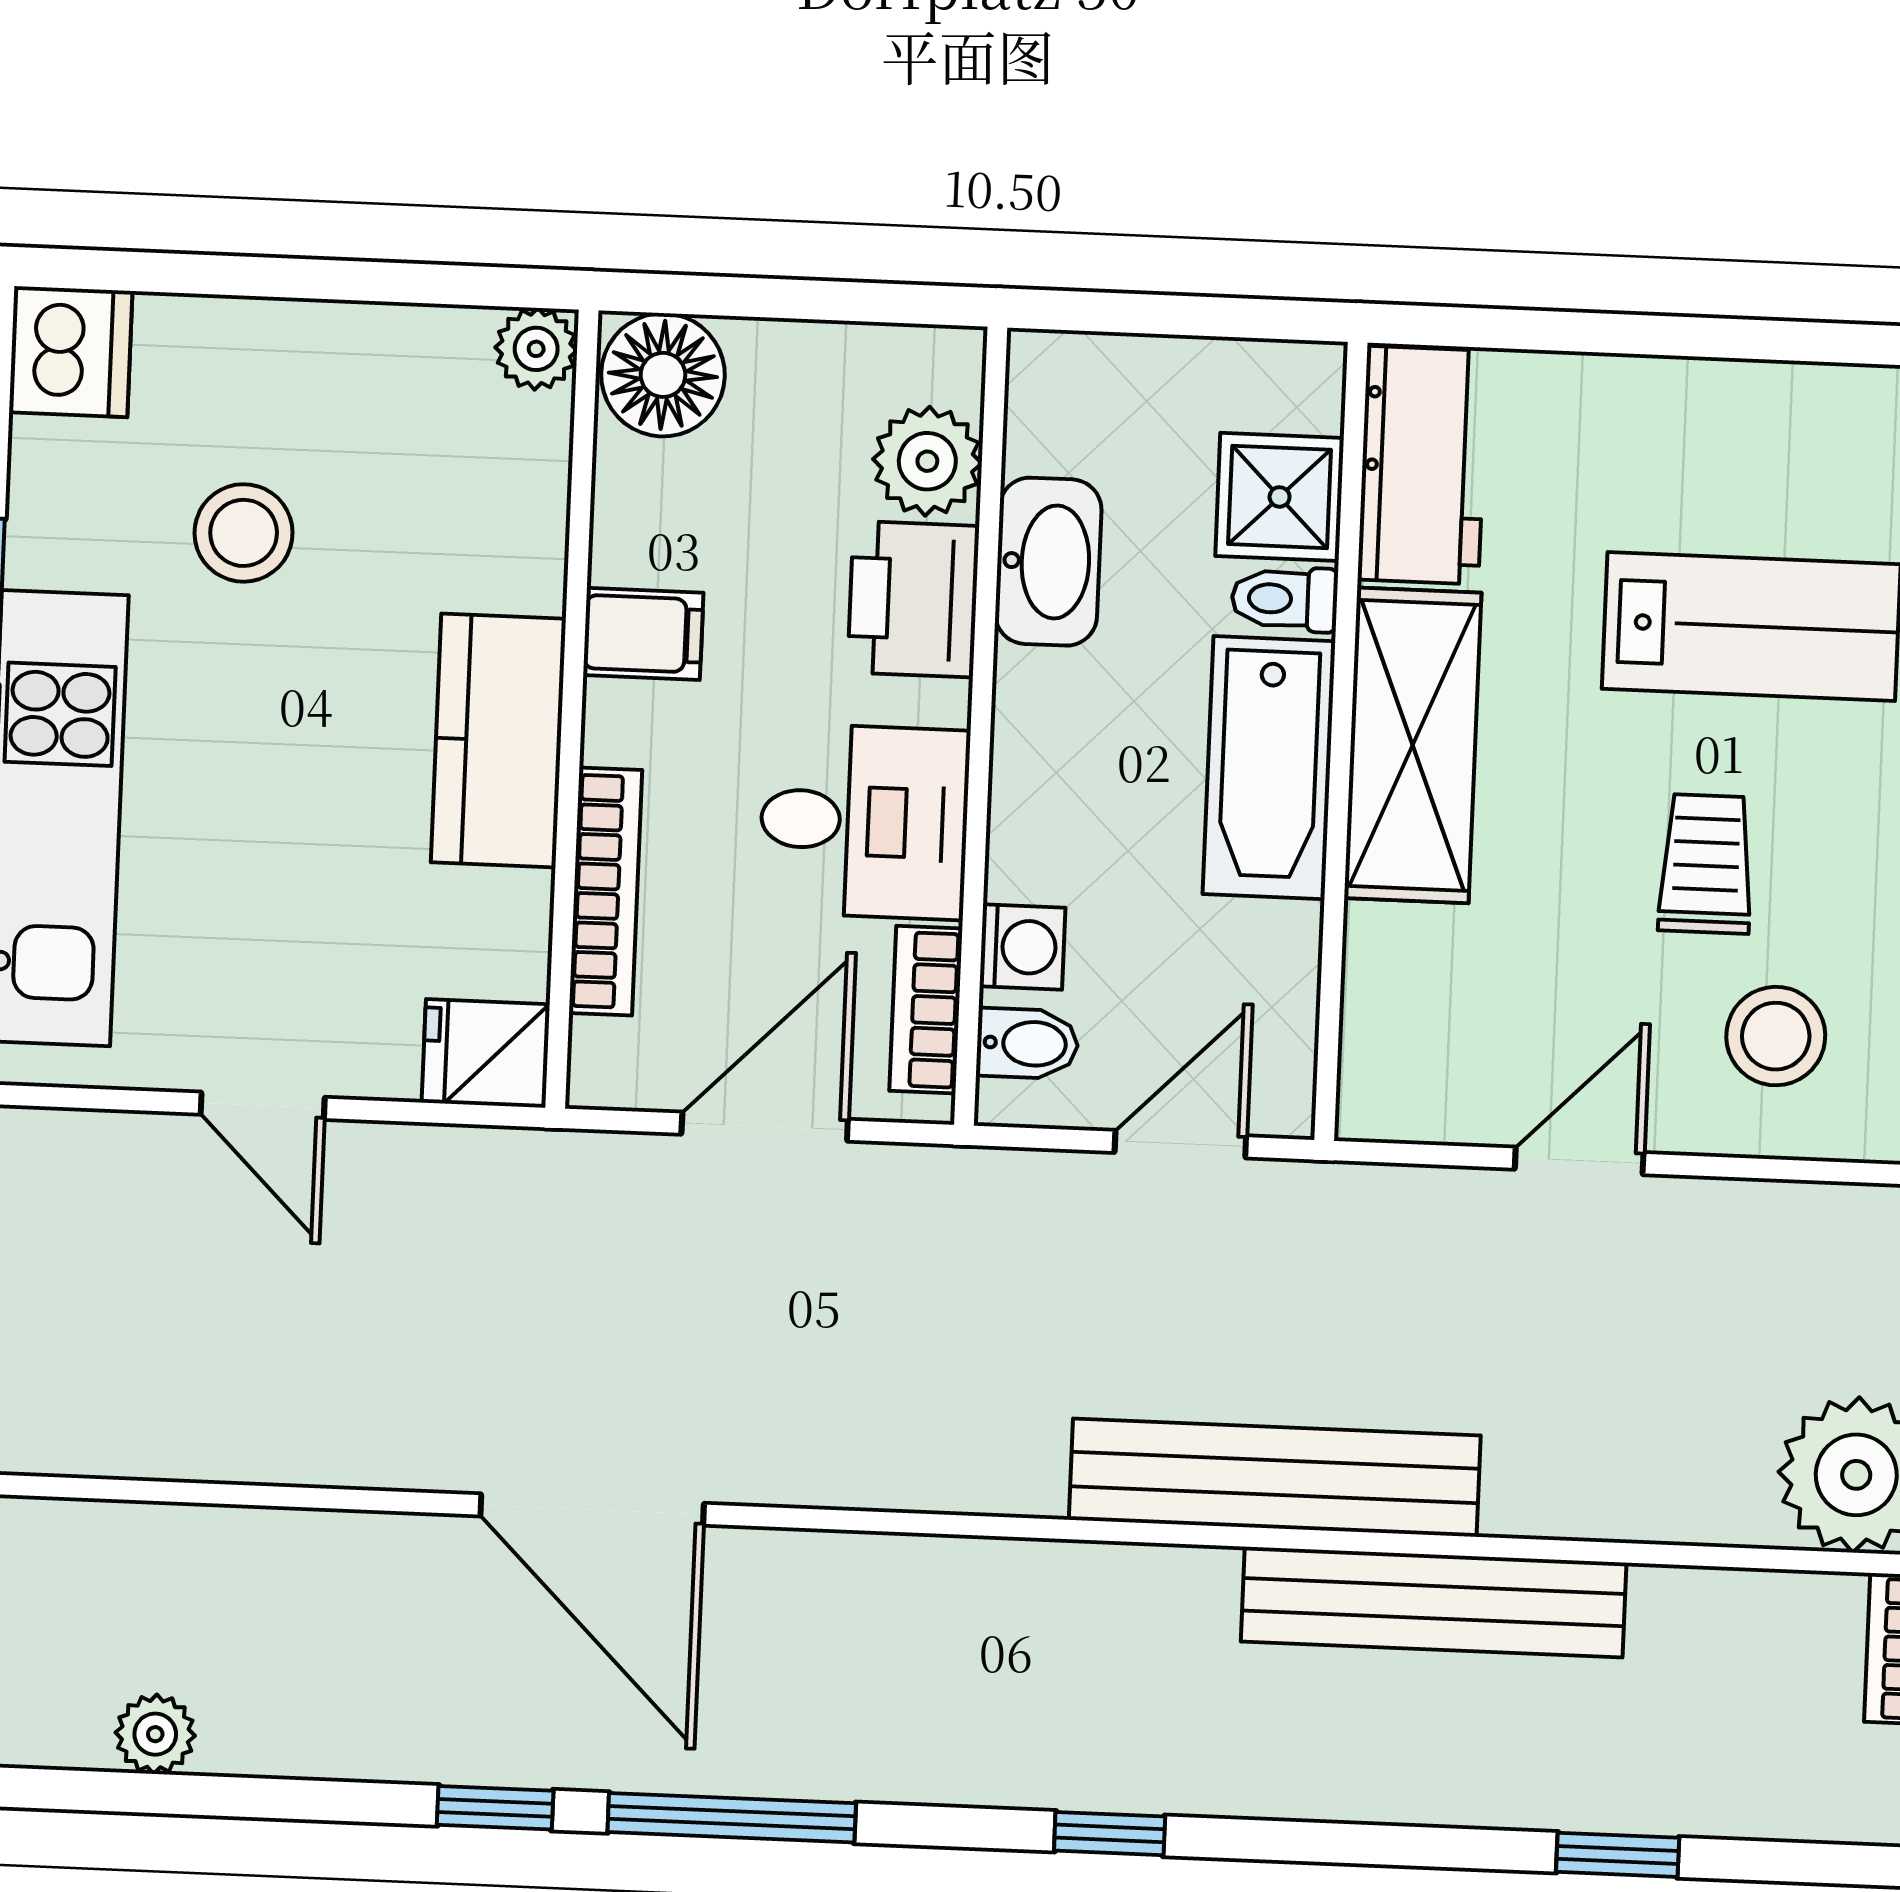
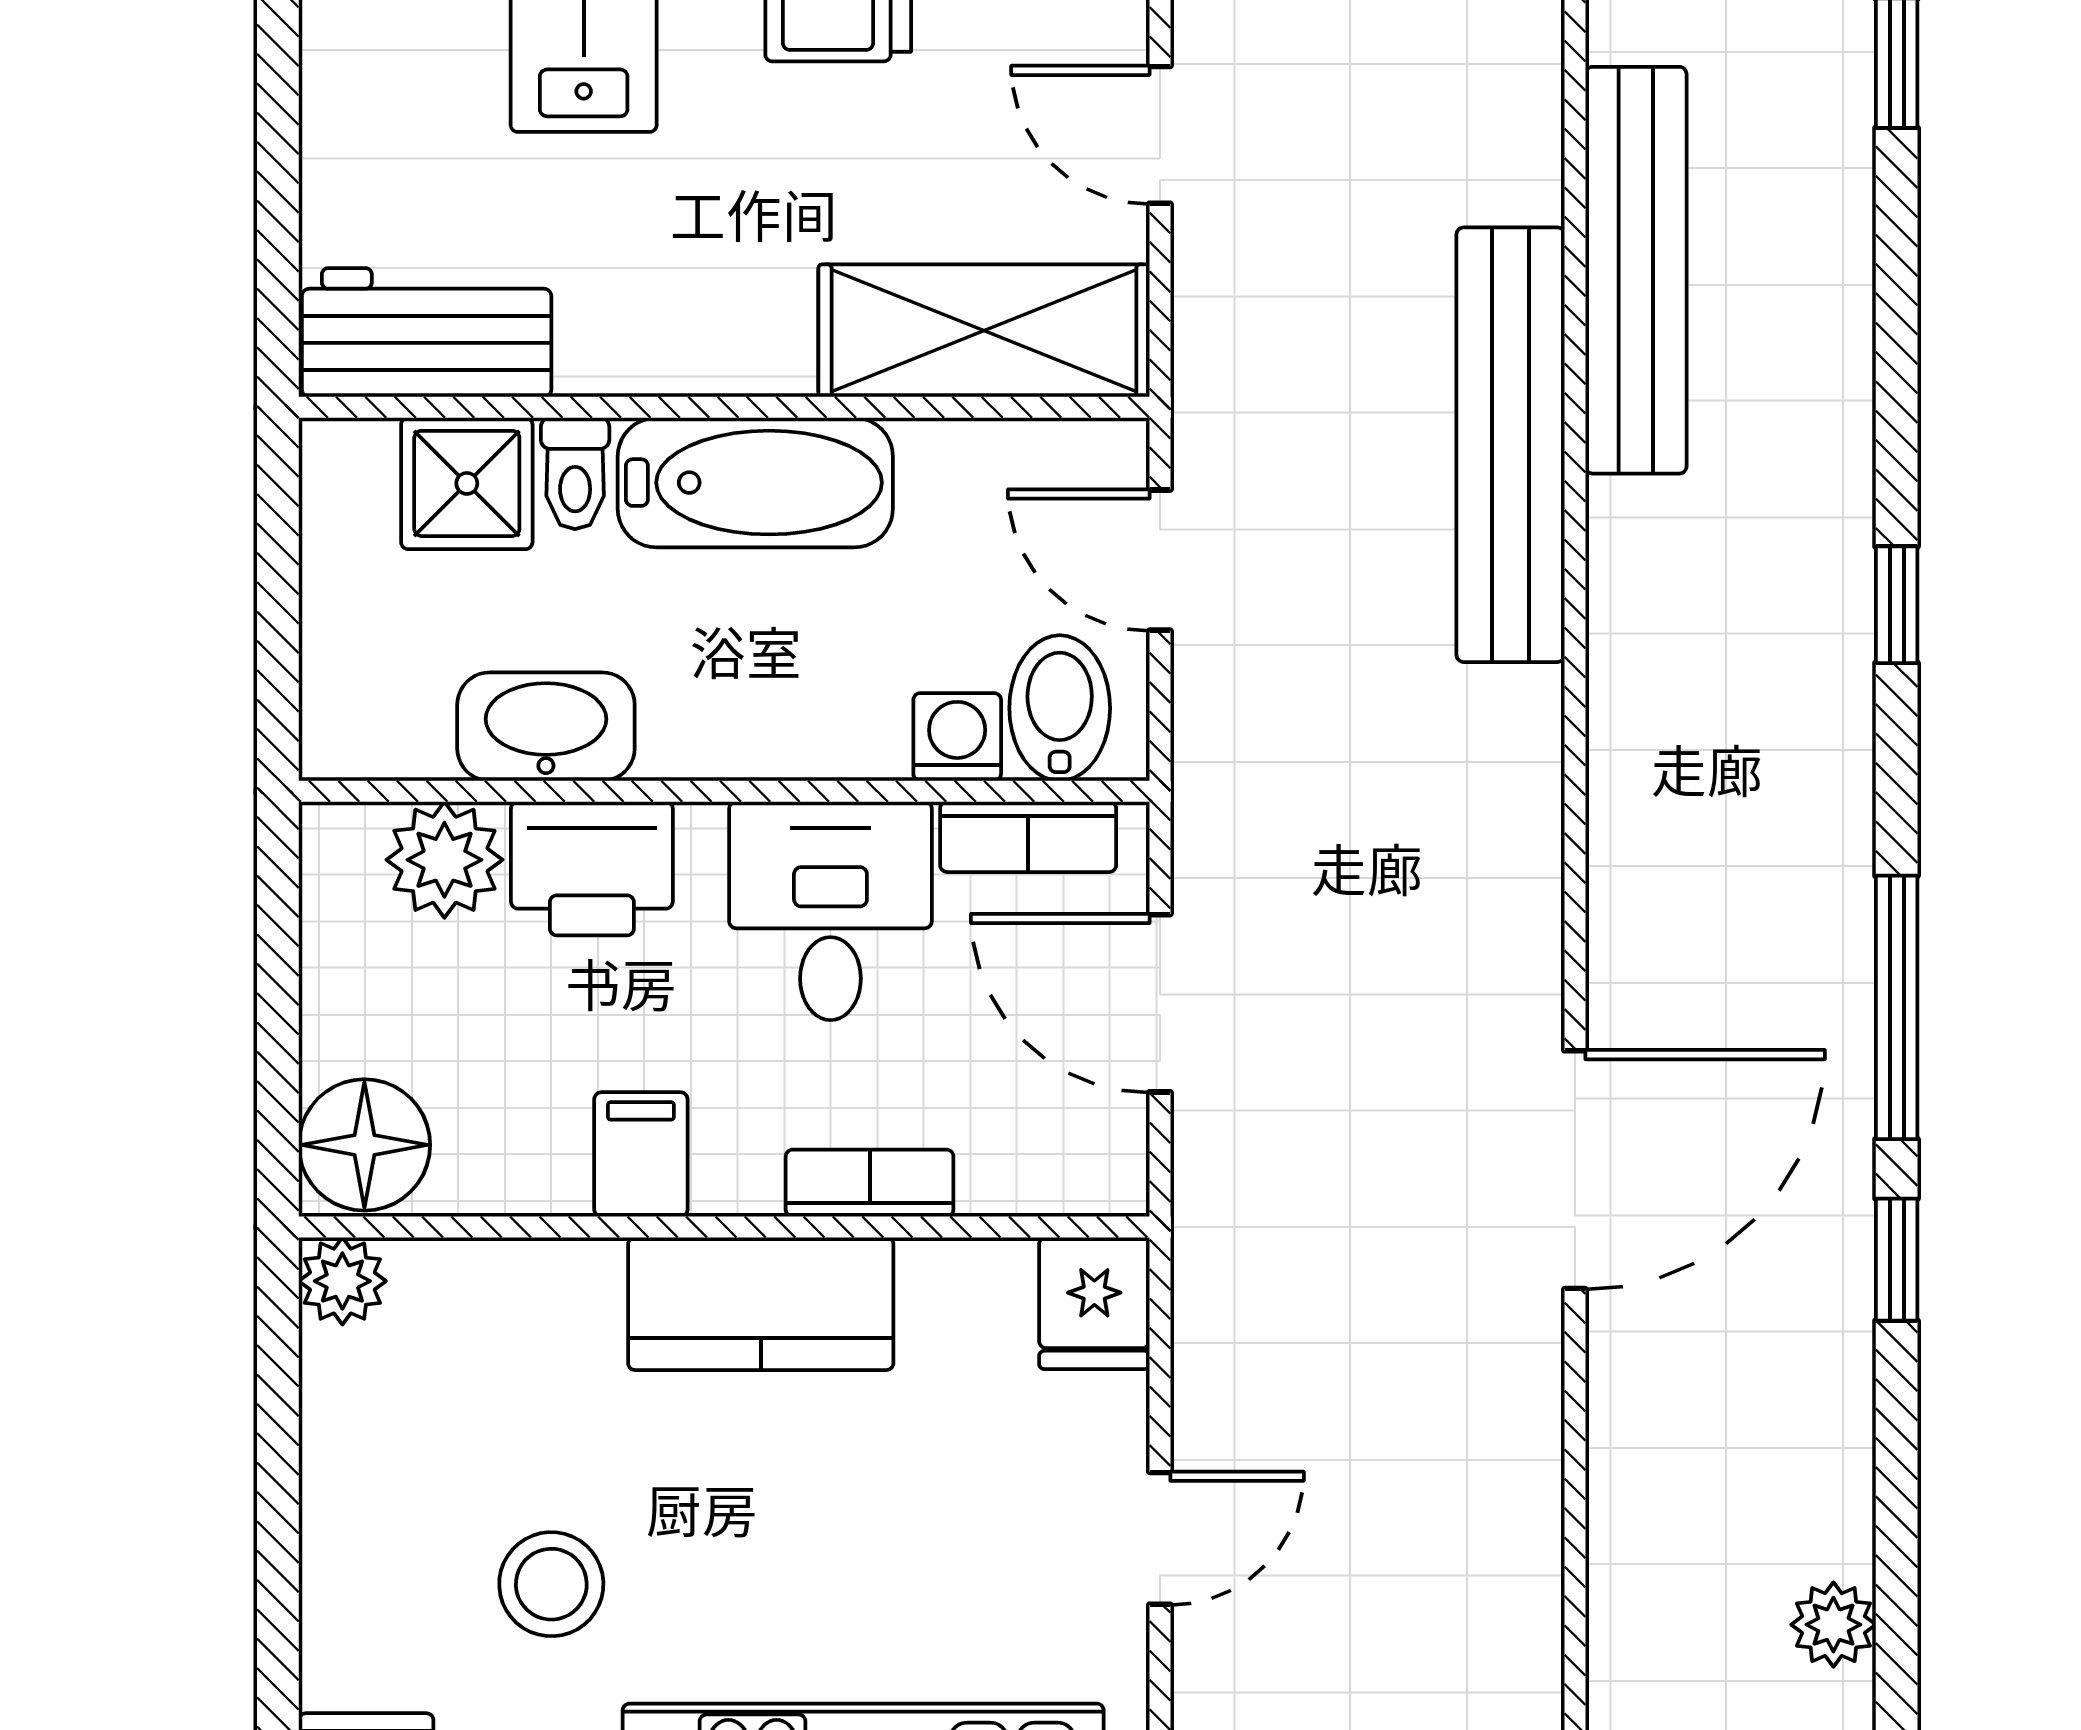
shelving: (1413, 745) -> (984, 331), moved
bookcase: (605, 891) -> (870, 1183), width x0.64
bidet: (1027, 1044) -> (1060, 708), width x1.38, depth x1.36

